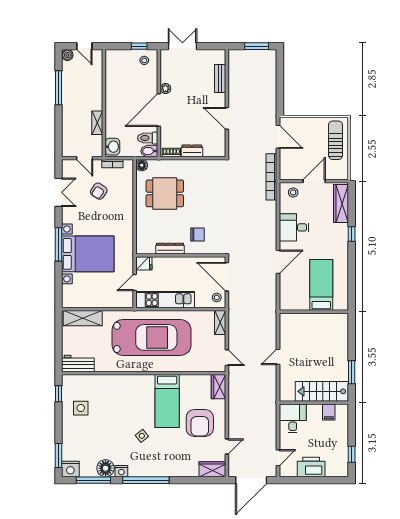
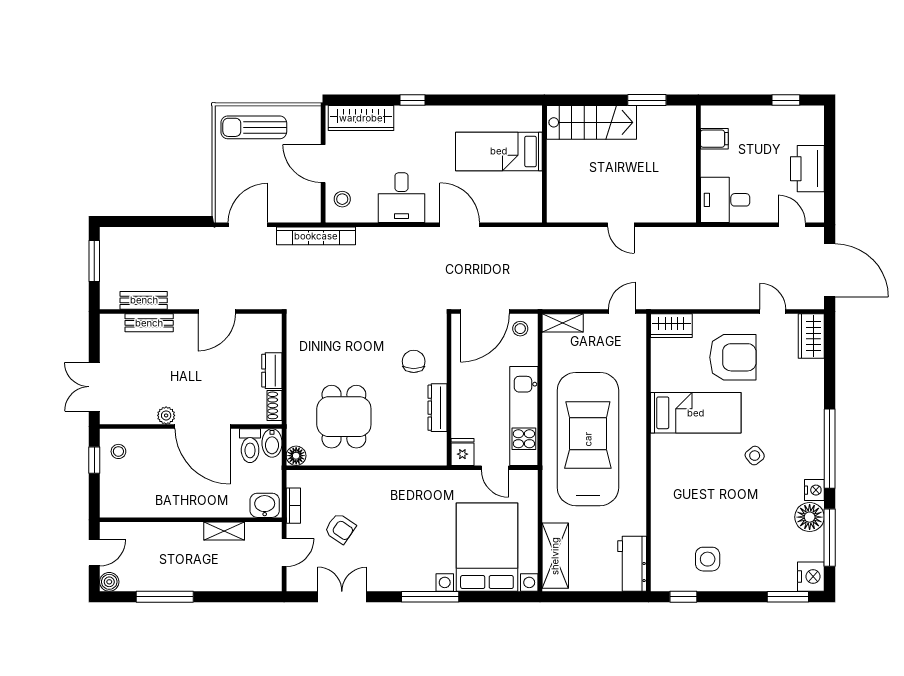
bench: (233, 75) -> (144, 300), added
bed with nightstands: (88, 254) -> (487, 547), moved
stairs: (322, 391) -> (591, 122), moved, turned -90

